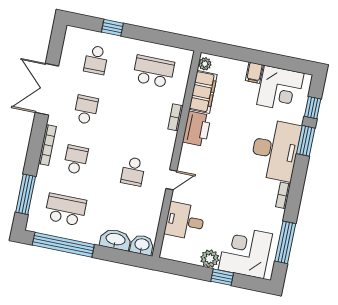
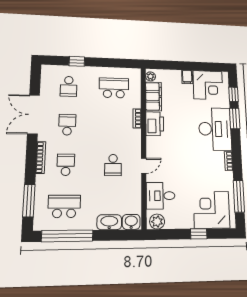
plant: (210, 259) -> (157, 222), moved

